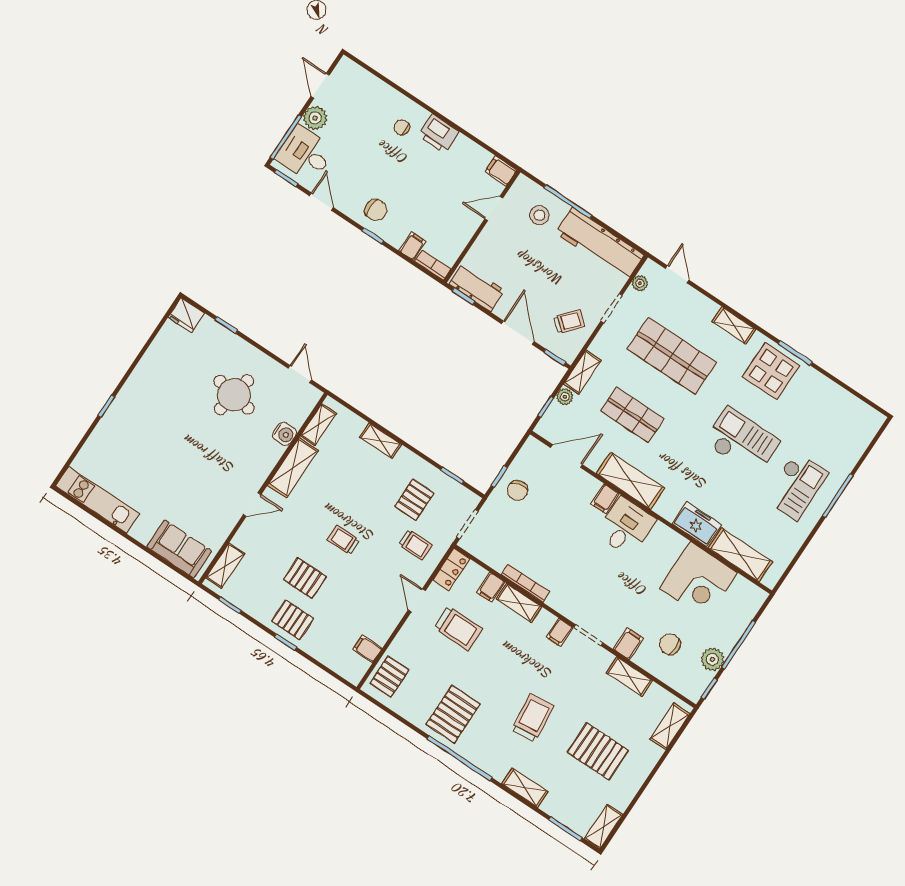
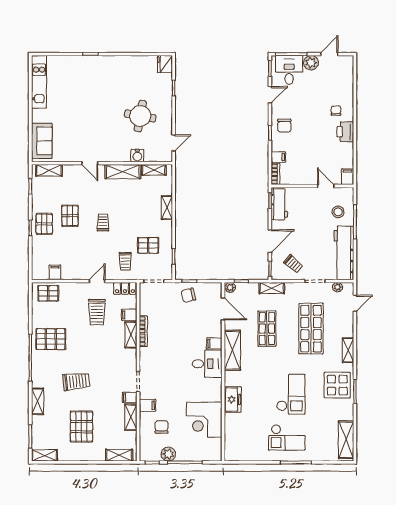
plant: (565, 397) -> (230, 287), moved
shelving: (740, 555) -> (346, 440), moved
filing cabinet: (560, 632) -> (130, 398), moved

